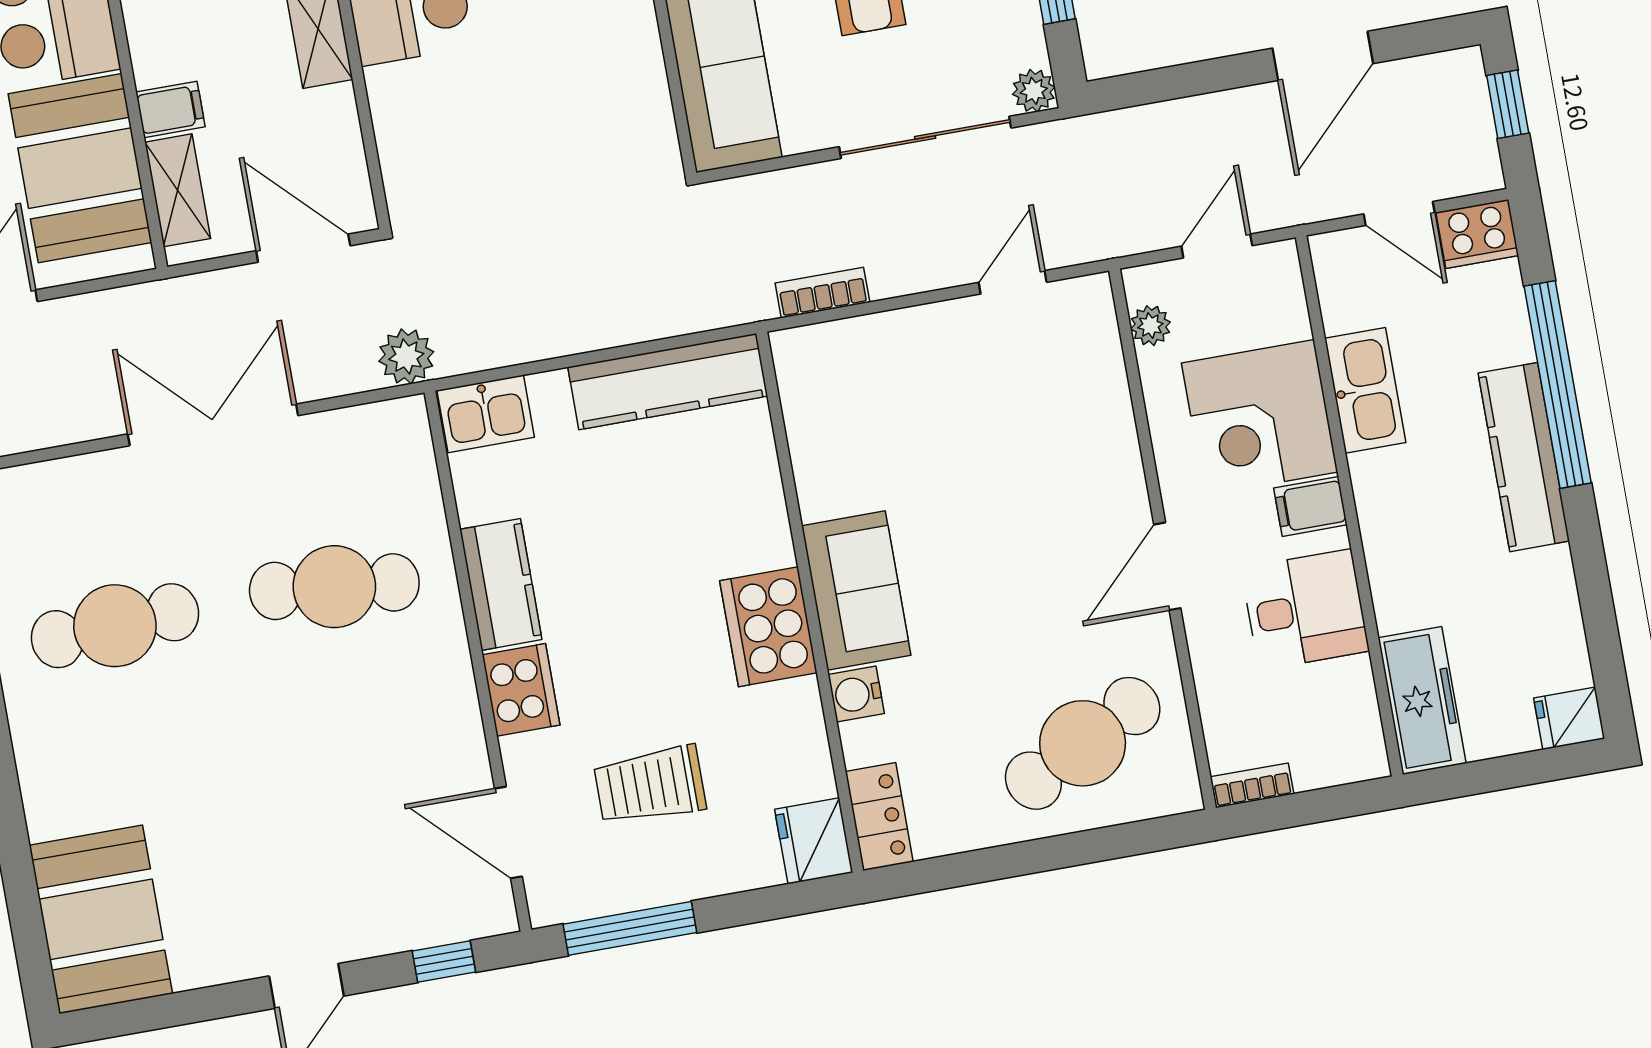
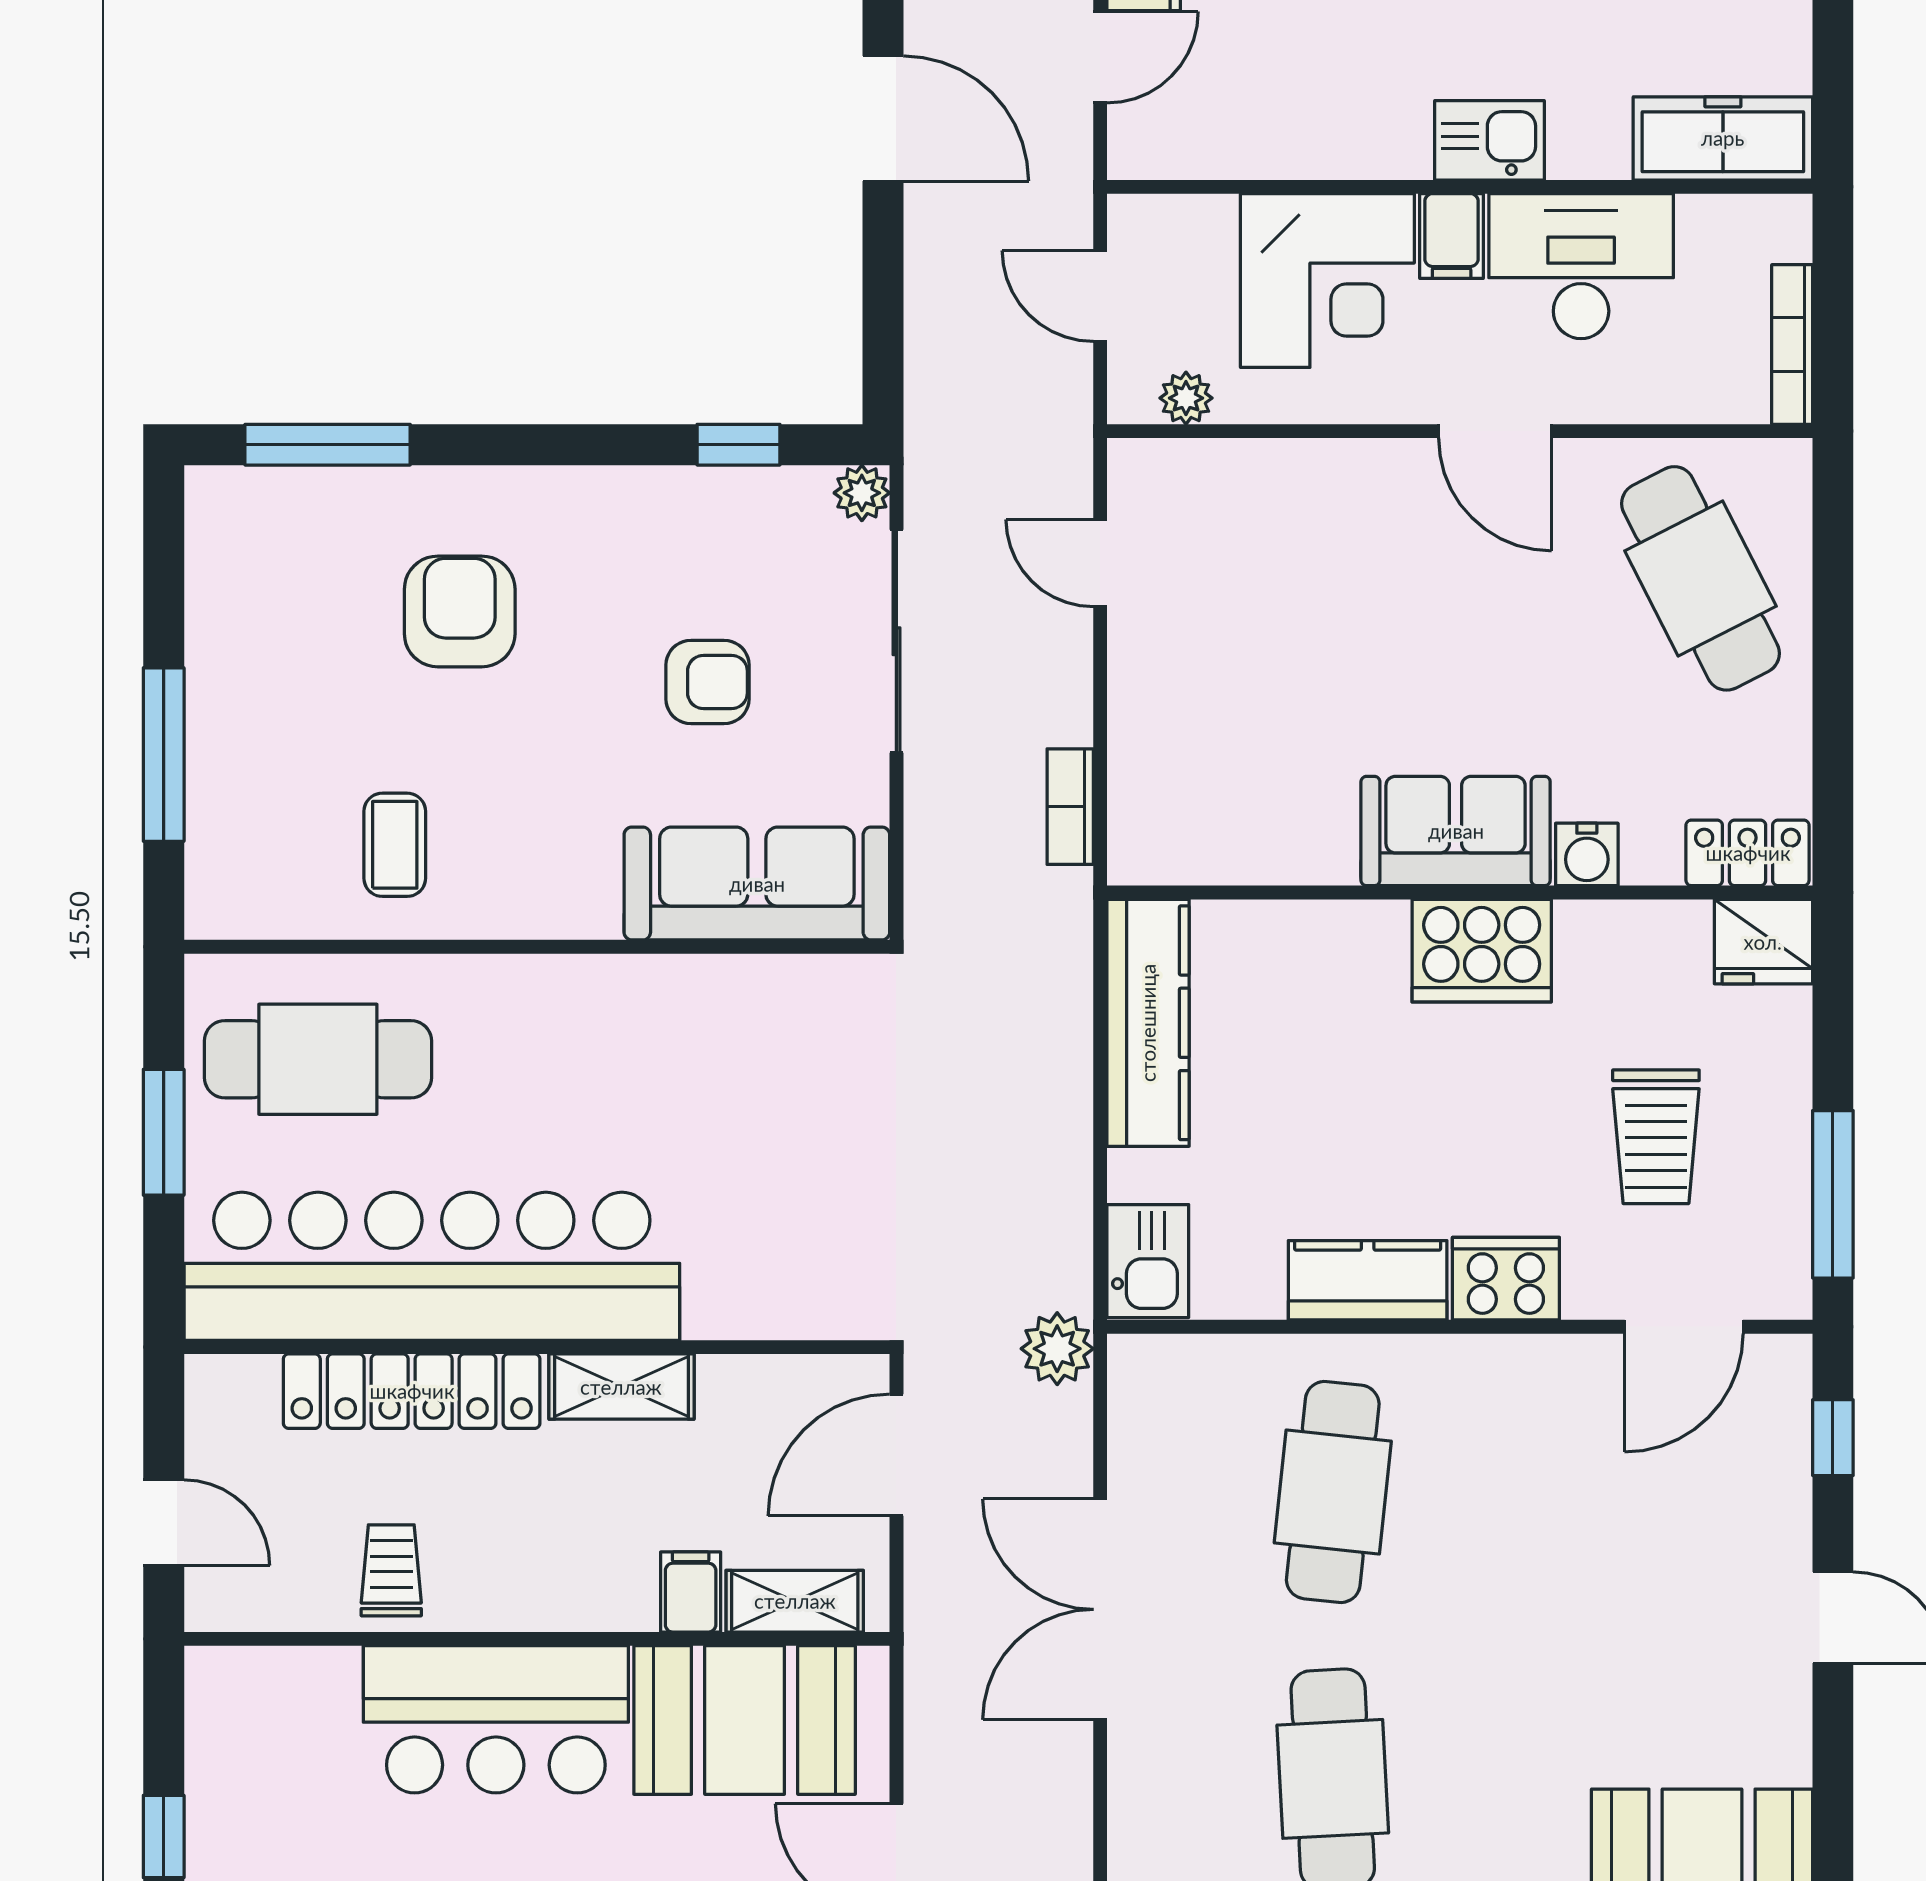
kitchen sink: (1365, 390) -> (1489, 140), moved, width x0.73
desk: (1305, 610) -> (1581, 266), width x1.37
bookcase: (1252, 785) -> (1792, 344), width x1.56

